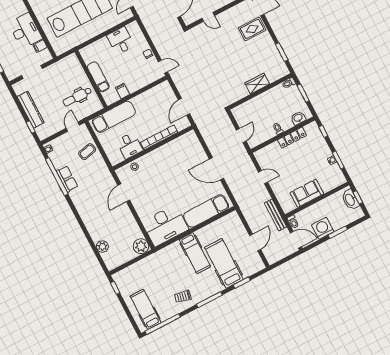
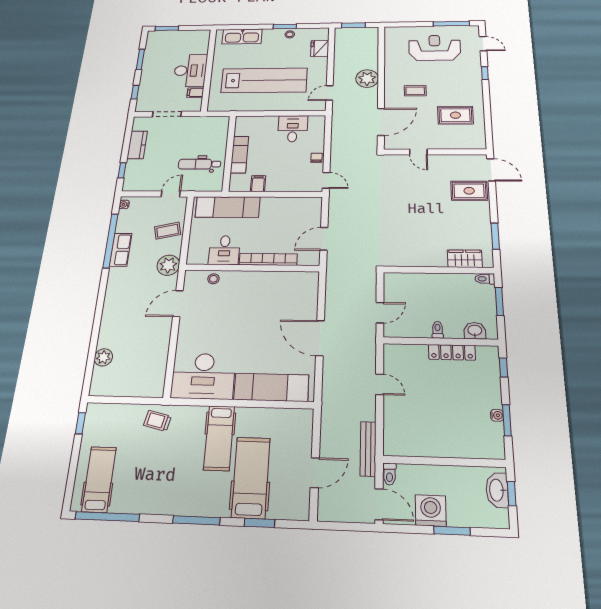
wardrobe: (257, 84) -> (465, 259), moved
kitchen counter: (31, 110) -> (137, 145), width x0.67
sofa: (307, 193) -> (433, 443), removed
plant: (141, 246) -> (168, 265), moved
trolley: (183, 297) -> (157, 421), moved

